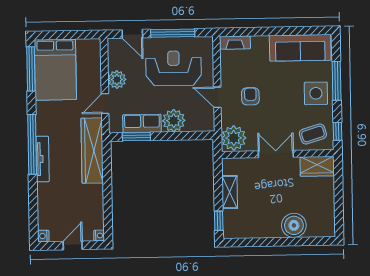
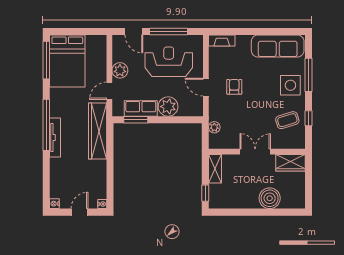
plant: (234, 138) -> (214, 127), width x0.53, depth x0.53
double door: (276, 154) -> (255, 152), moved
wall: (278, 154) -> (257, 152), moved
wardrobe: (317, 166) -> (291, 163), moved

